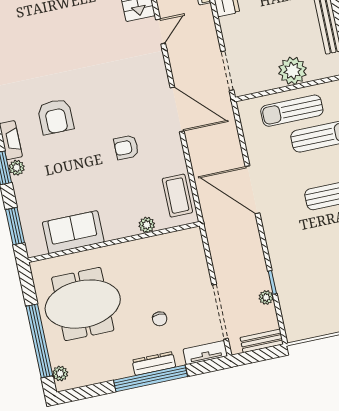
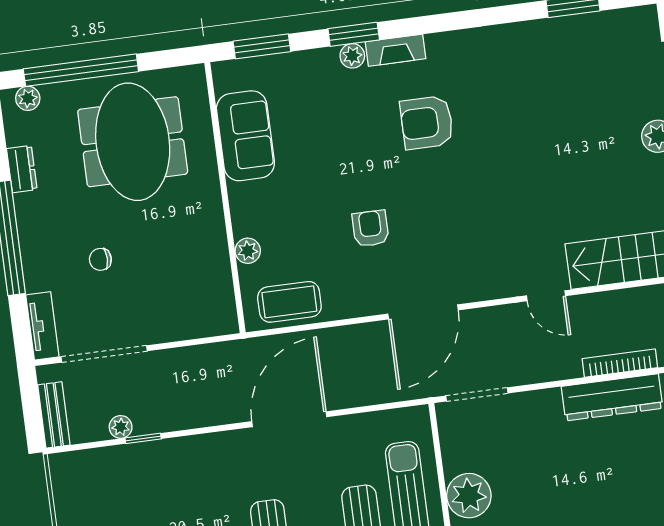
dresser: (154, 364) -> (22, 169), moved, width x0.70

